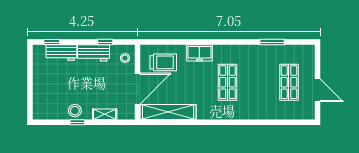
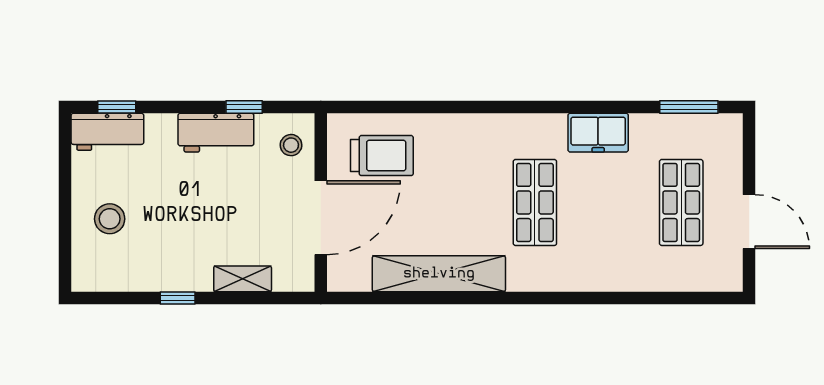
window: (272, 42) -> (689, 107), moved
workbench: (61, 52) -> (107, 132), moved
freezer: (199, 53) -> (598, 133), moved
stool: (75, 111) -> (110, 219), moved
shelving: (168, 112) -> (439, 274), moved

